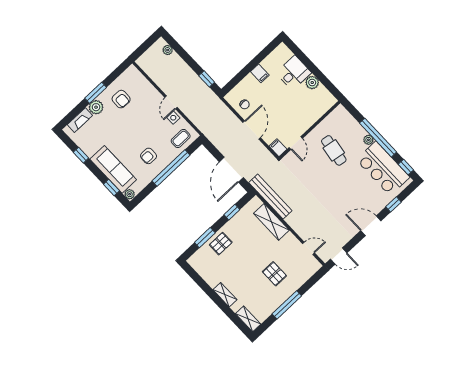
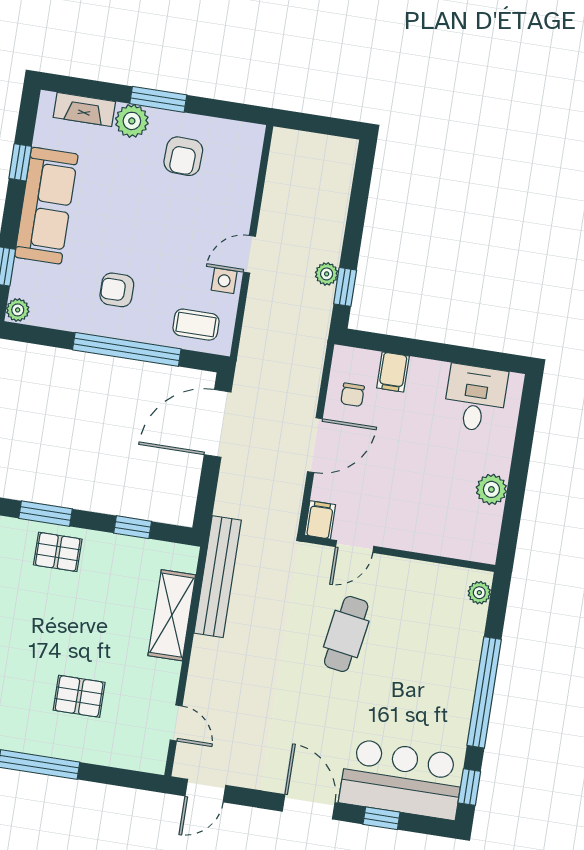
plant: (168, 50) -> (327, 274), moved
filing cabinet: (260, 73) -> (393, 372), moved
desk: (294, 73) -> (475, 398), moved, turned -90
plant: (368, 140) -> (479, 593), moved
cafe table: (334, 150) -> (346, 634), moved
bar counter: (383, 168) -> (402, 779), moved, turned 90
sofa: (113, 169) -> (46, 206), moved
door: (231, 170) -> (218, 423), moved
door: (339, 256) -> (205, 791), hinge flipped
pallet: (274, 274) -> (79, 696), turned 90

